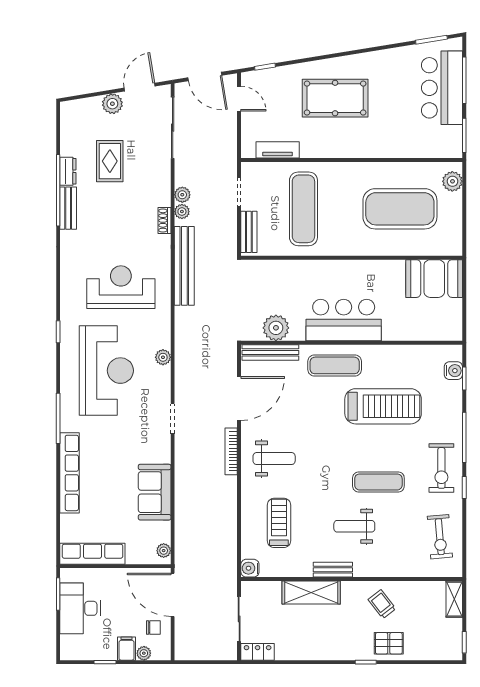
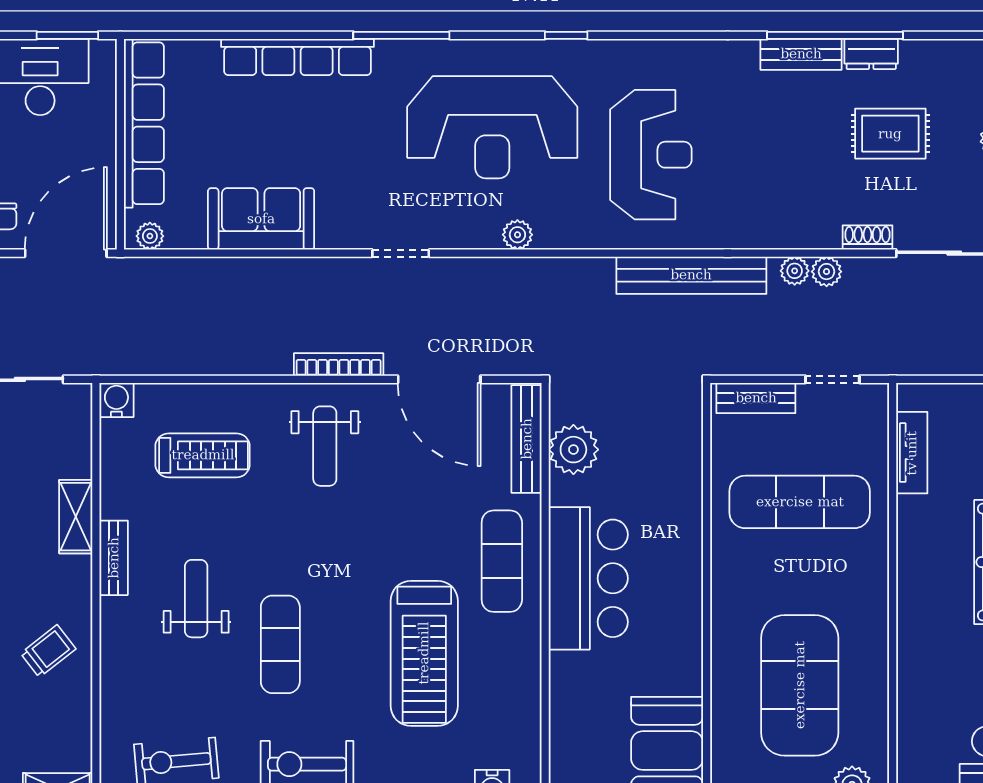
shoe rack: (164, 220) -> (867, 237), moved
row of seats: (92, 554) -> (144, 123), width x1.36
shelving: (311, 592) -> (76, 517), width x0.67, depth x0.75

